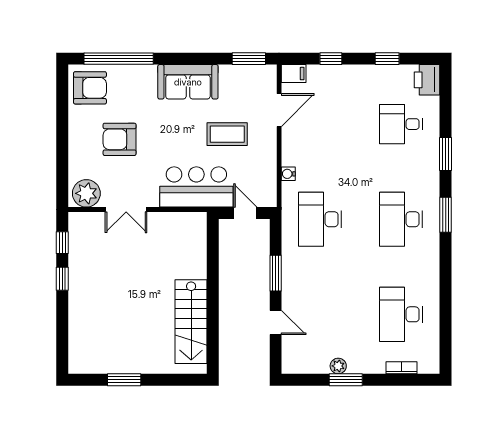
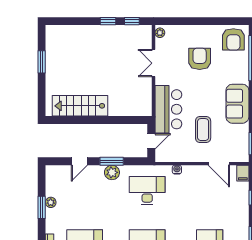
plant: (86, 193) -> (160, 33), width x0.53, depth x0.53
plant: (293, 273) -> (112, 172), added

